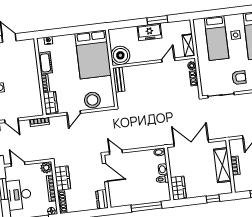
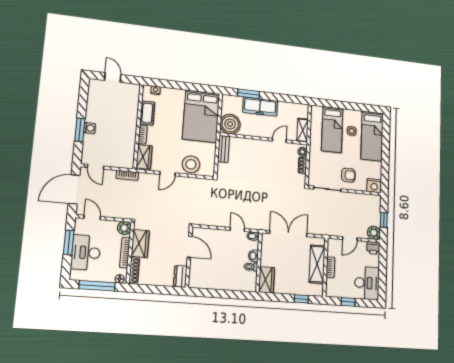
window: (157, 20) -> (249, 94), moved
freezer: (149, 32) -> (260, 106), width x1.40
door: (116, 152) -> (237, 229), moved
window: (146, 207) -> (228, 294), removed

